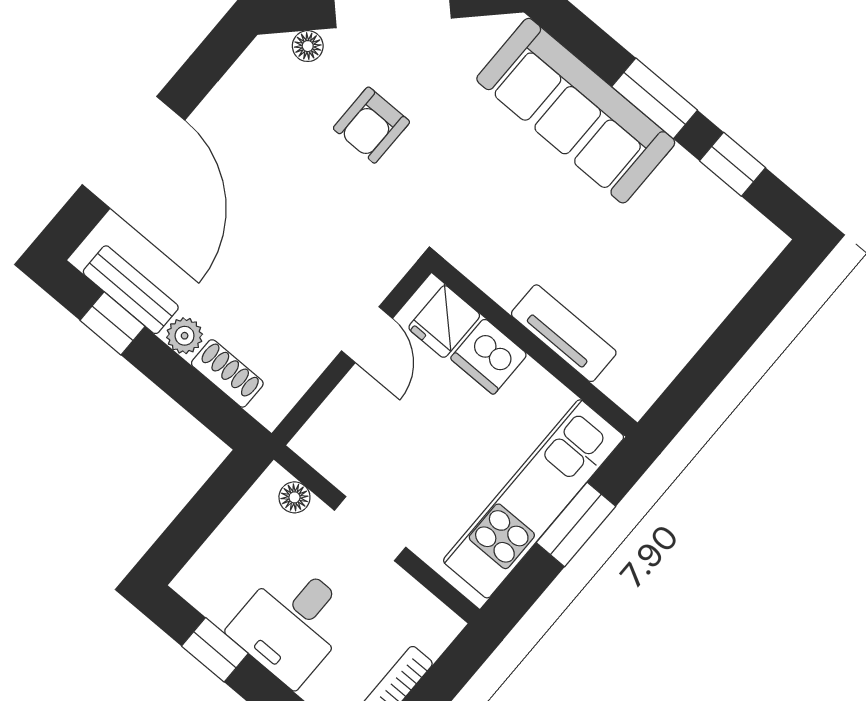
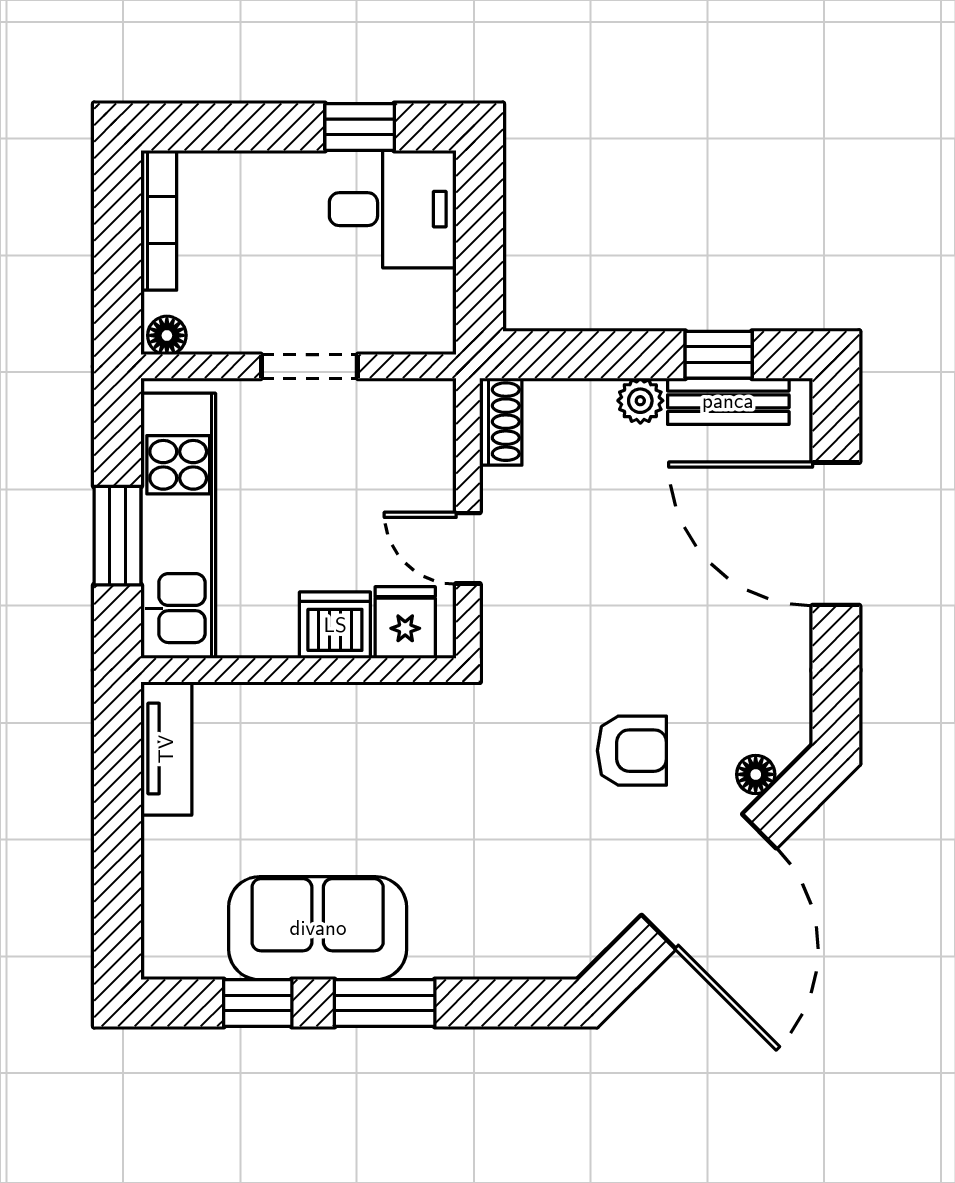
sofa: (576, 111) -> (318, 928), moved, width x0.73
armchair: (371, 125) -> (632, 751), turned 90
tv unit: (564, 333) -> (166, 749), moved, turned -90
shoe rack: (227, 373) -> (501, 422), moved, turned -90
floor lamp: (294, 497) -> (167, 335), moved
desk: (292, 623) -> (393, 209), moved, turned 90

